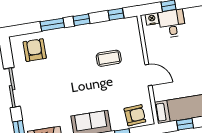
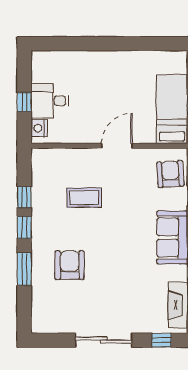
window: (116, 14) -> (24, 197), moved
armchair: (35, 50) -> (70, 265), moved, turned 90
coffee table: (109, 58) -> (84, 198), turned 90

